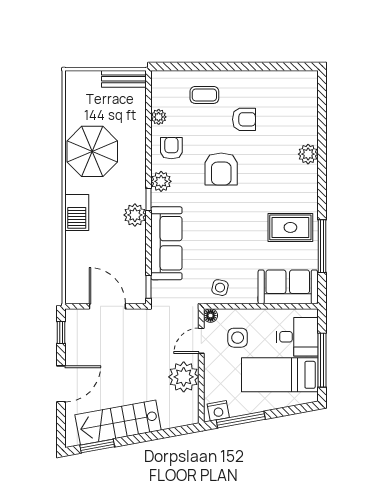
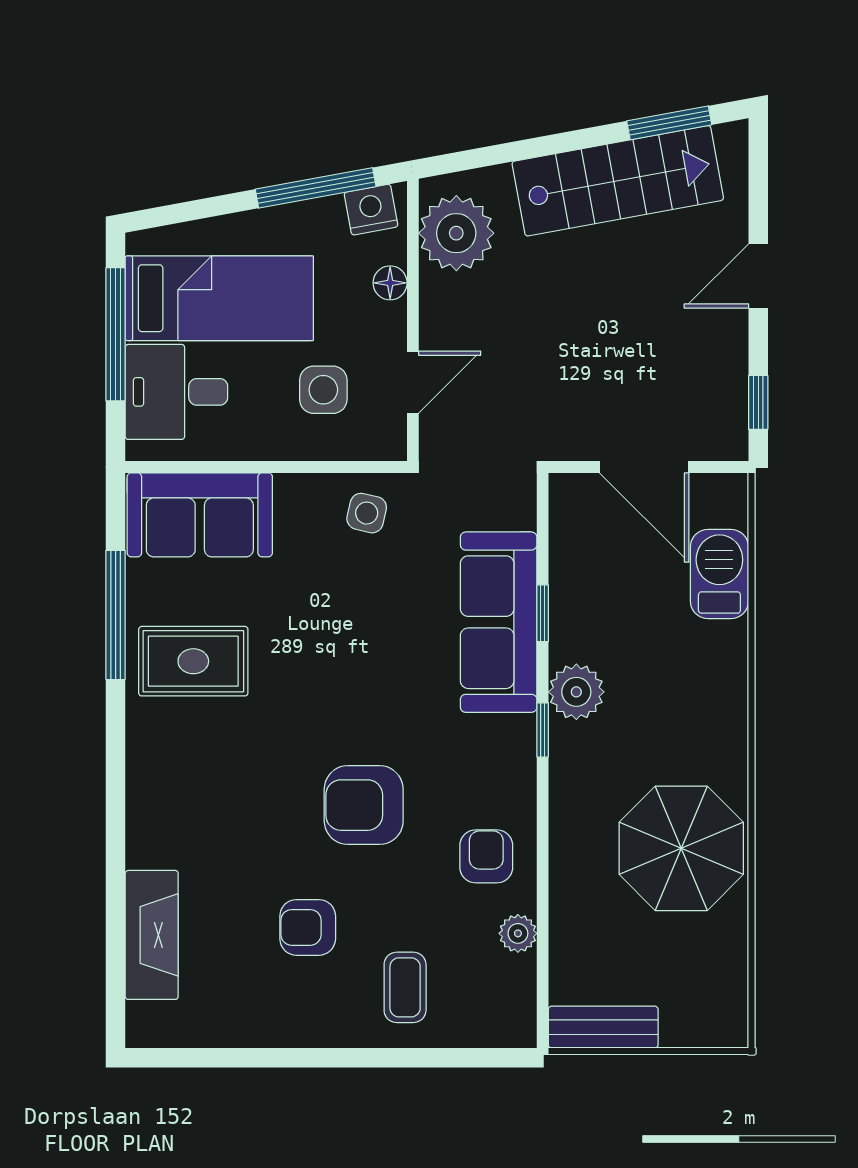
coffee table: (204, 95) -> (405, 987), turned 90
fireplace: (307, 116) -> (152, 935), added
armchair: (171, 148) -> (486, 856), turned 180
plant: (308, 154) -> (150, 842), removed
armchair: (221, 169) -> (364, 805), turned -90
plant: (161, 181) -> (512, 774), removed
barbecue: (77, 212) -> (719, 574), moved
window: (149, 287) -> (543, 613), moved
floor lamp: (211, 316) -> (390, 283), moved
plant: (184, 377) -> (456, 233), moved
door: (61, 384) -> (758, 276), width x0.73

